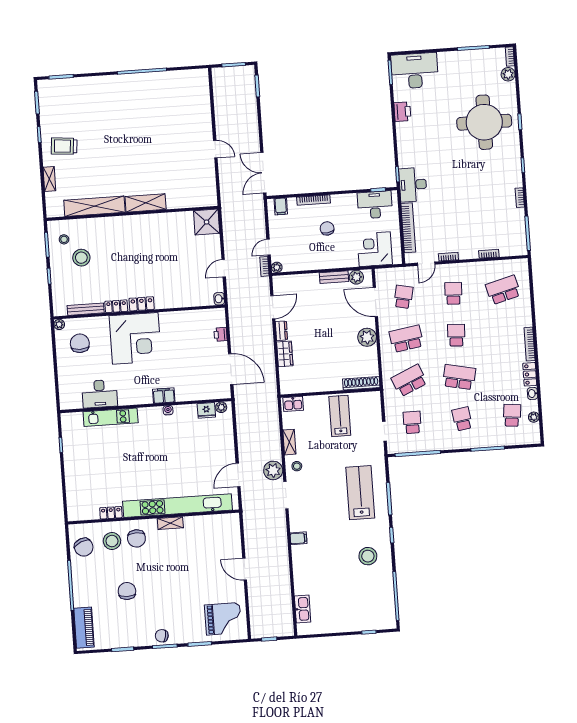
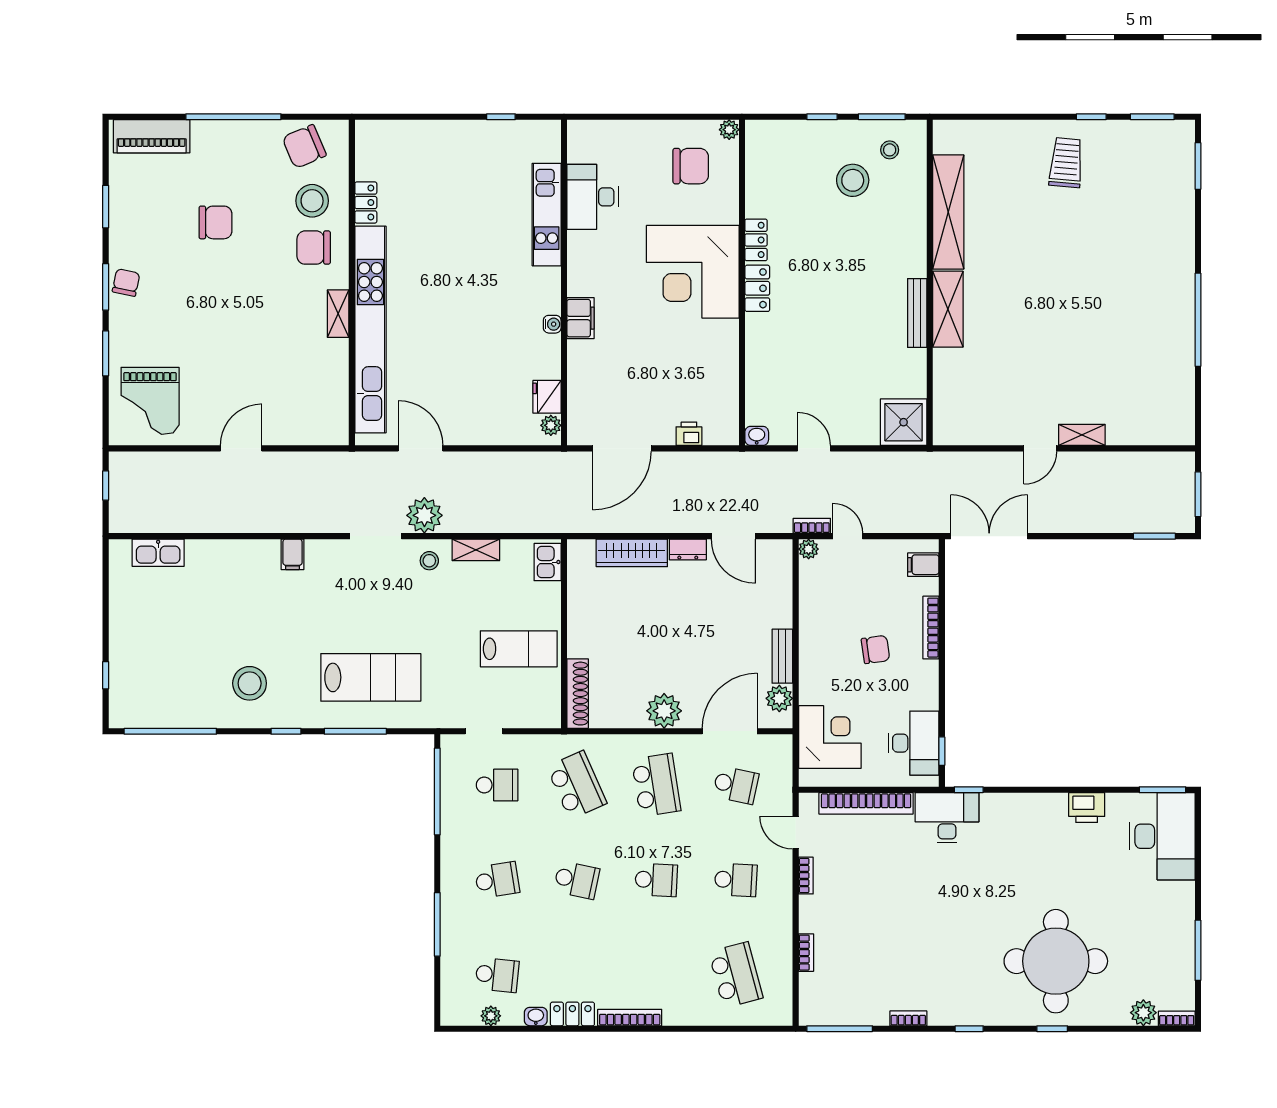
shelving: (49, 179) -> (1082, 435), moved
bench: (86, 309) -> (917, 313), moved
wardrobe: (285, 354) -> (632, 553), width x1.50
school desk: (459, 377) -> (577, 880), width x0.54

